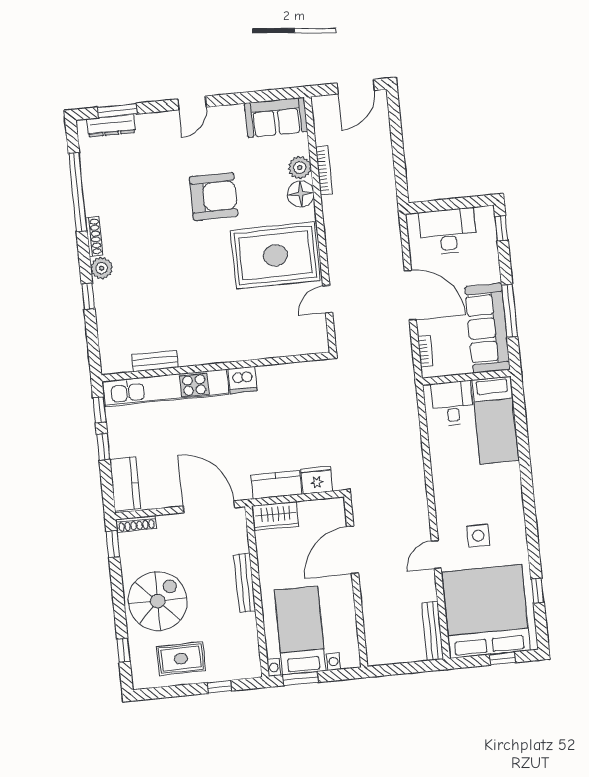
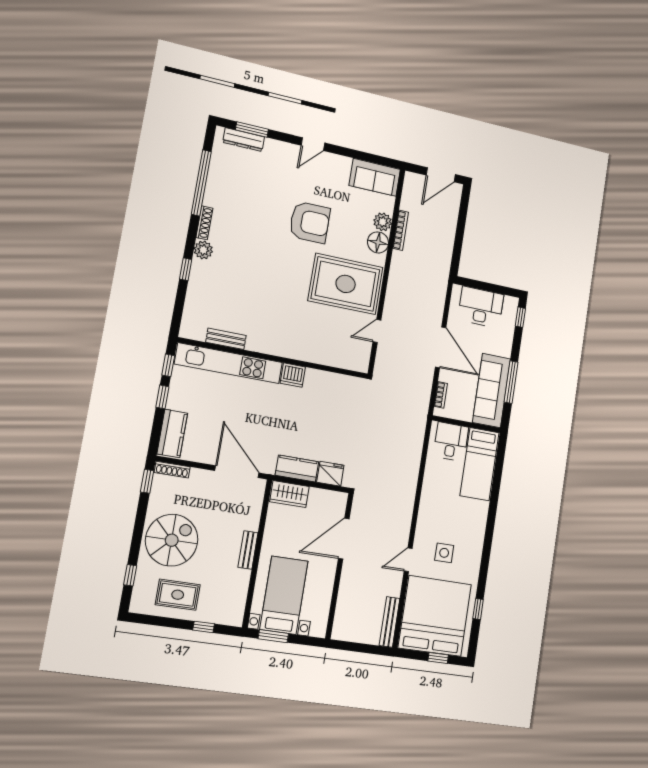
bench: (245, 583) -> (248, 550), width x0.73

